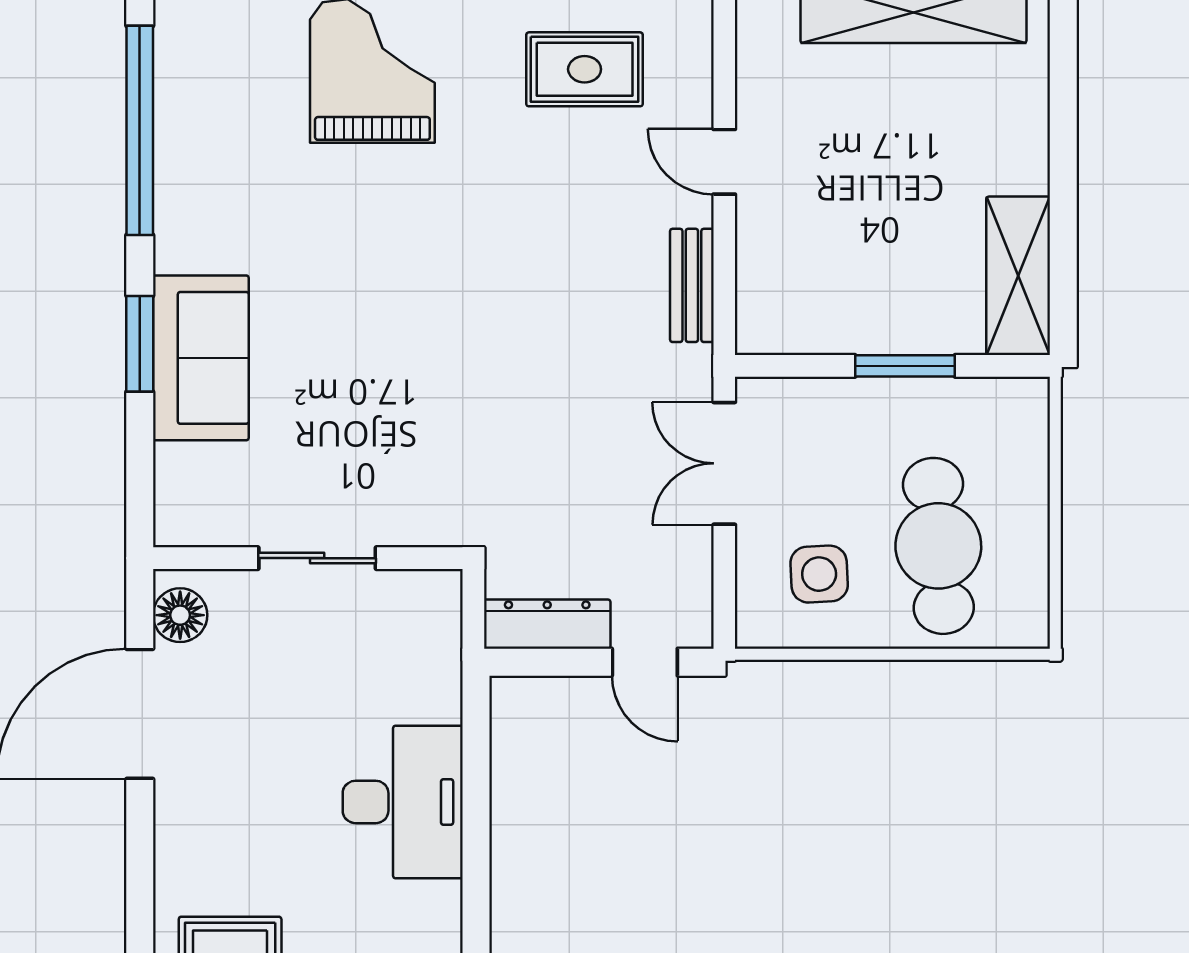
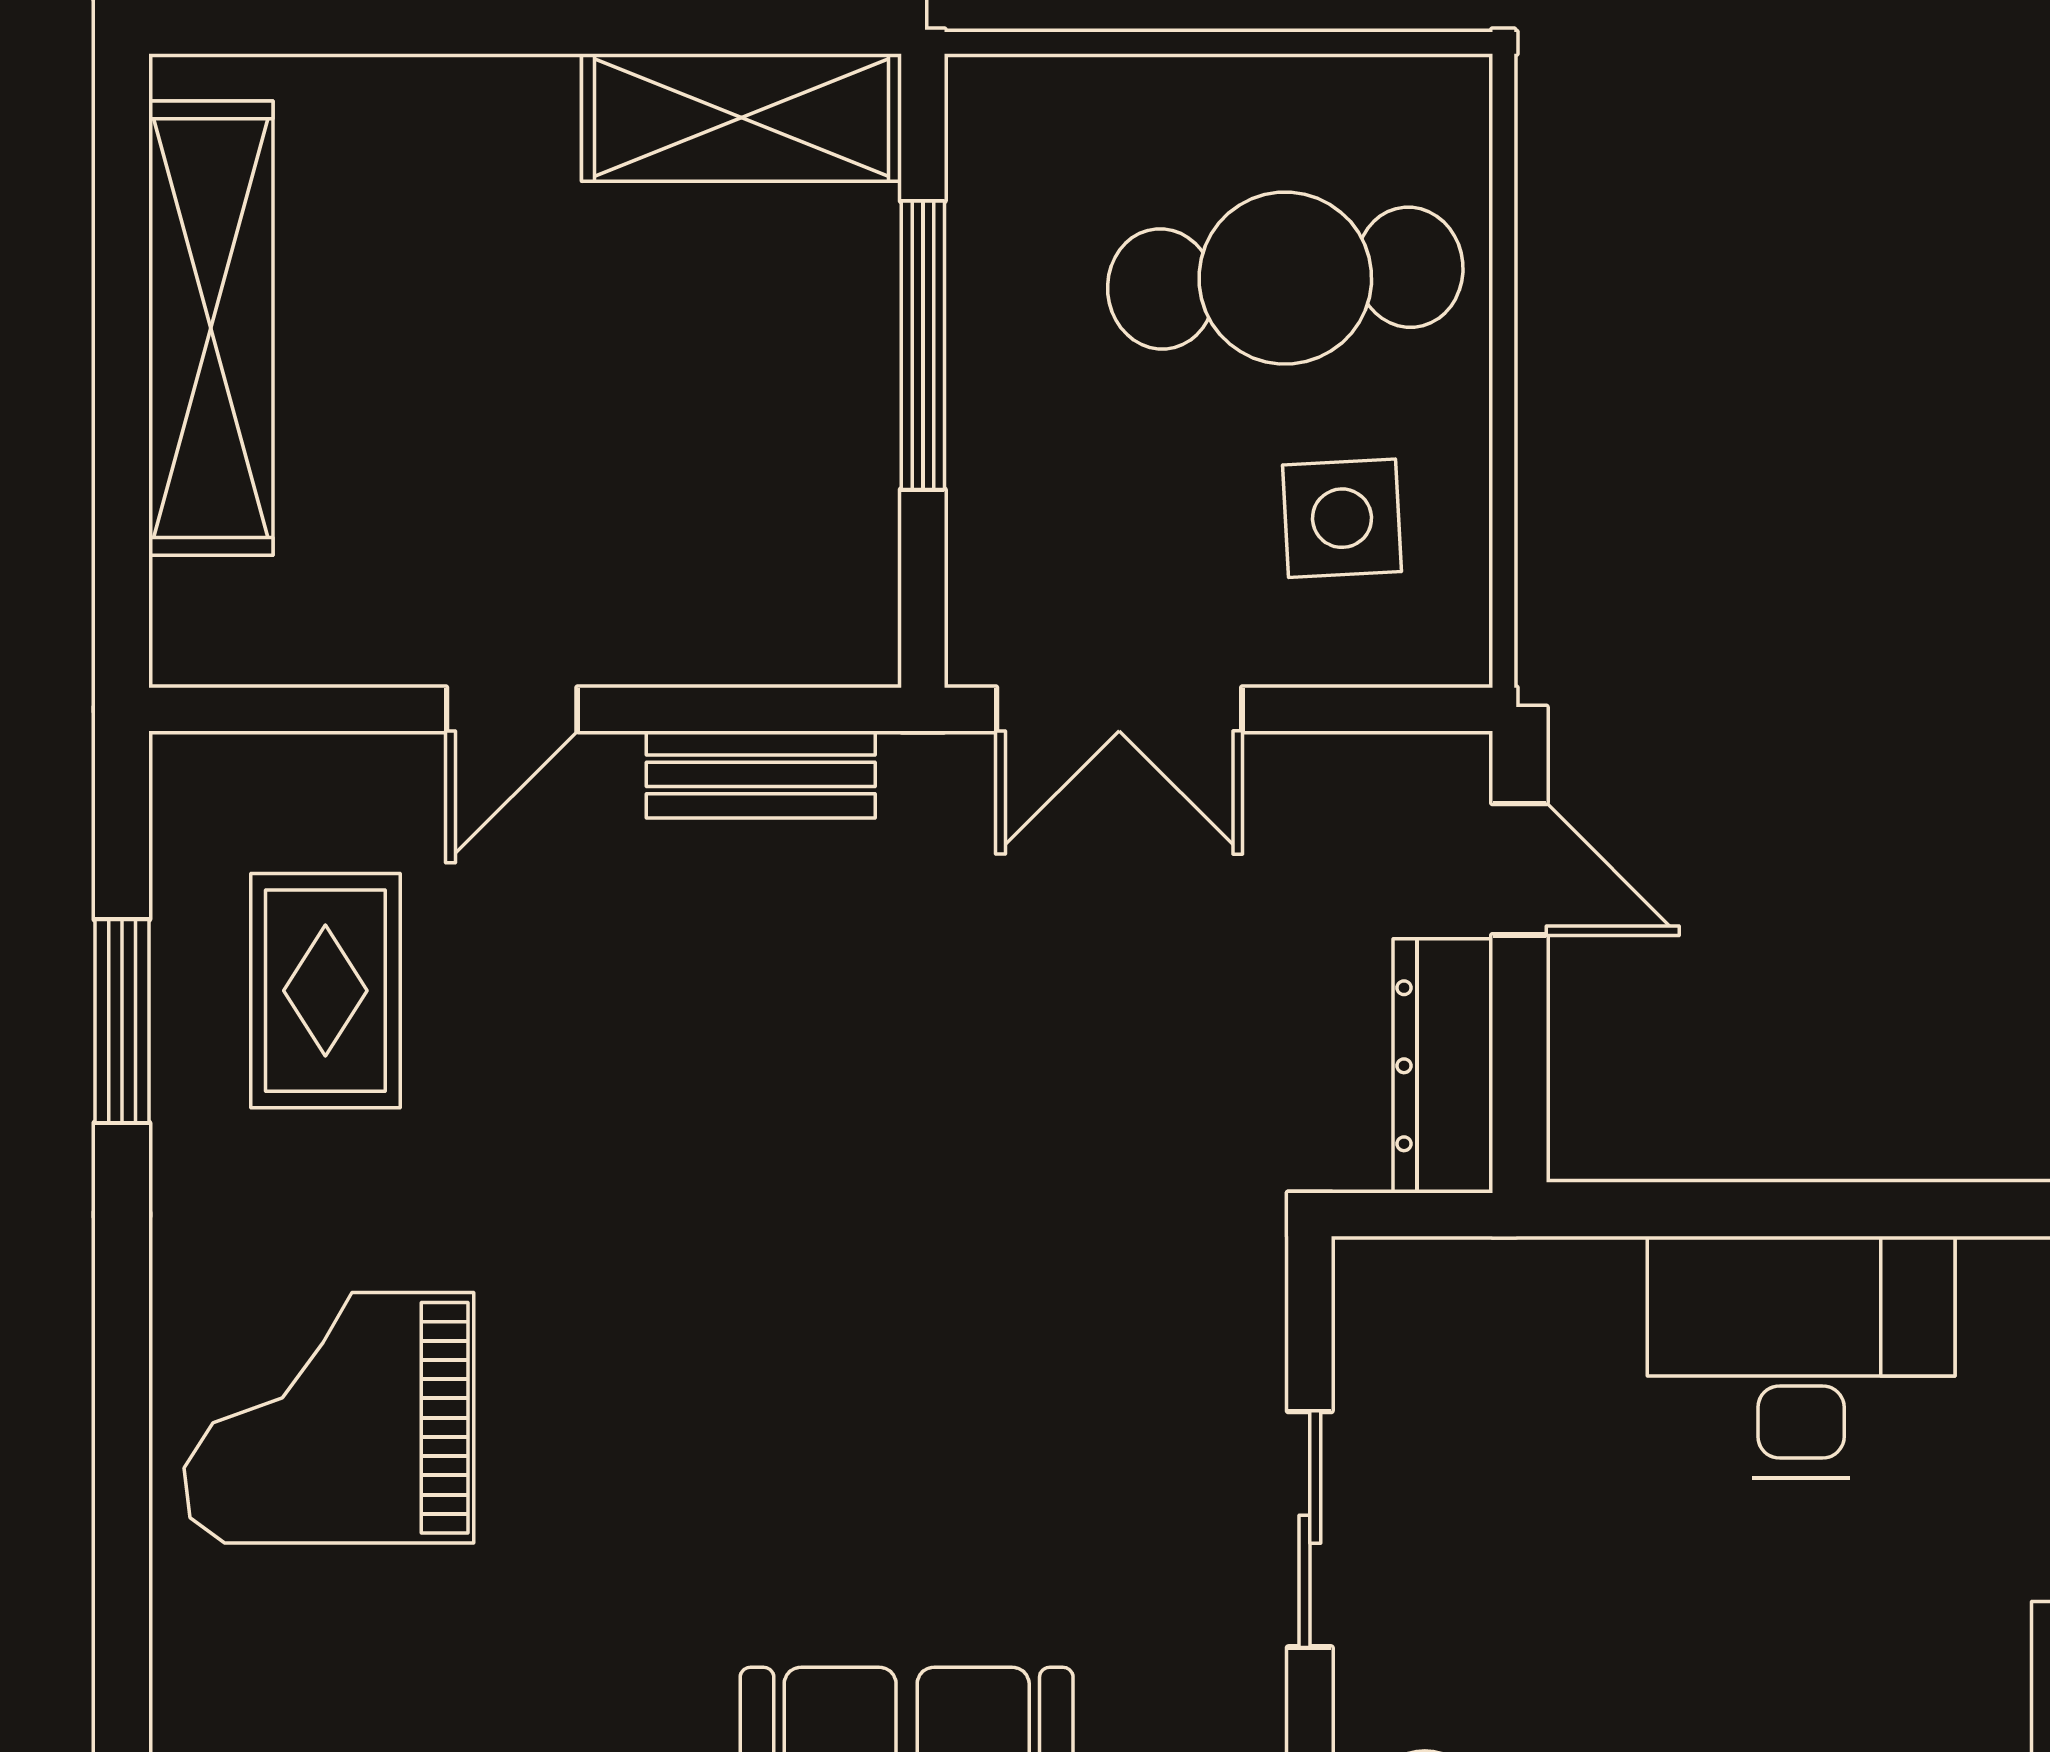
window: (905, 366) -> (923, 345), width x1.44
door: (645, 662) -> (1519, 869), hinge flipped

